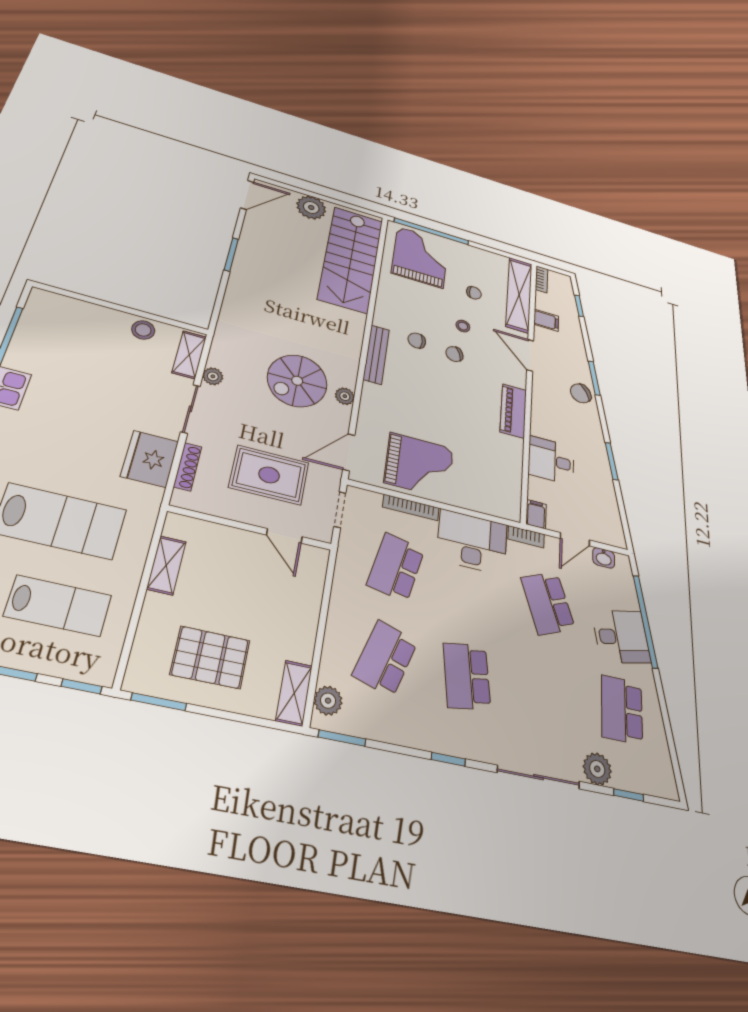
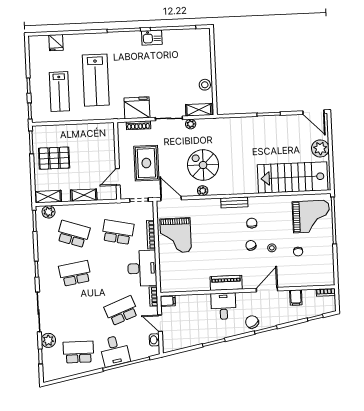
shelving: (519, 295) -> (308, 279), removed
bench: (376, 354) -> (234, 202), width x0.73
desk: (551, 460) -> (224, 306), moved
shelving: (166, 565) -> (84, 195), moved
pallet: (210, 657) -> (54, 158), turned 90

